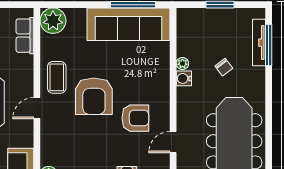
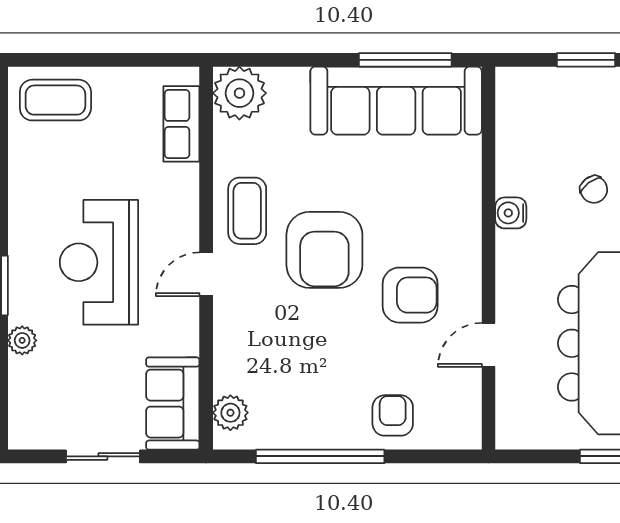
plant: (182, 64) -> (508, 182), removed

